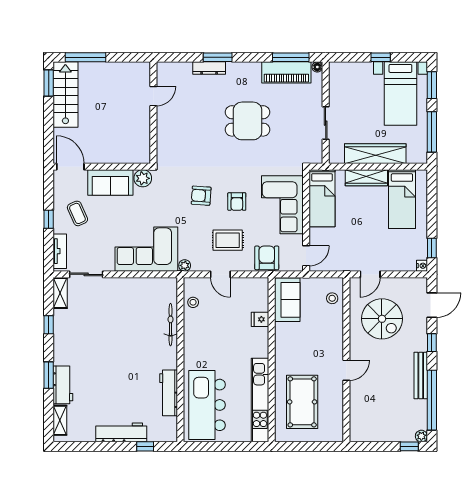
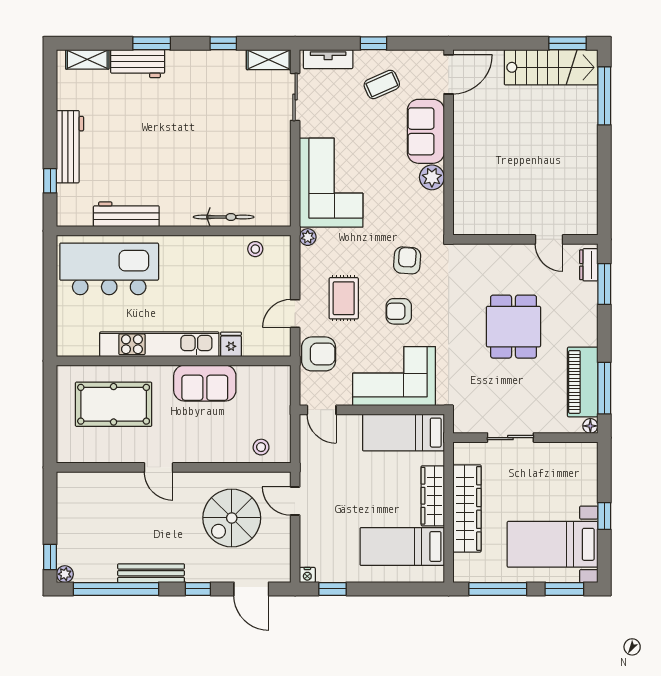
dresser: (209, 68) -> (589, 265), width x0.70
door: (153, 96) -> (549, 239), moved
wall: (153, 113) -> (525, 239), moved
door: (220, 274) -> (295, 314), moved
sofa: (287, 300) -> (205, 383), moved
kitchen unit: (260, 400) -> (159, 344), moved

